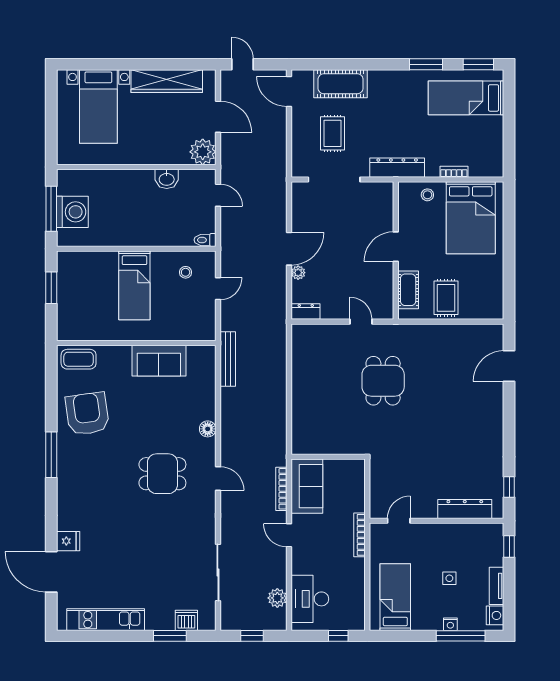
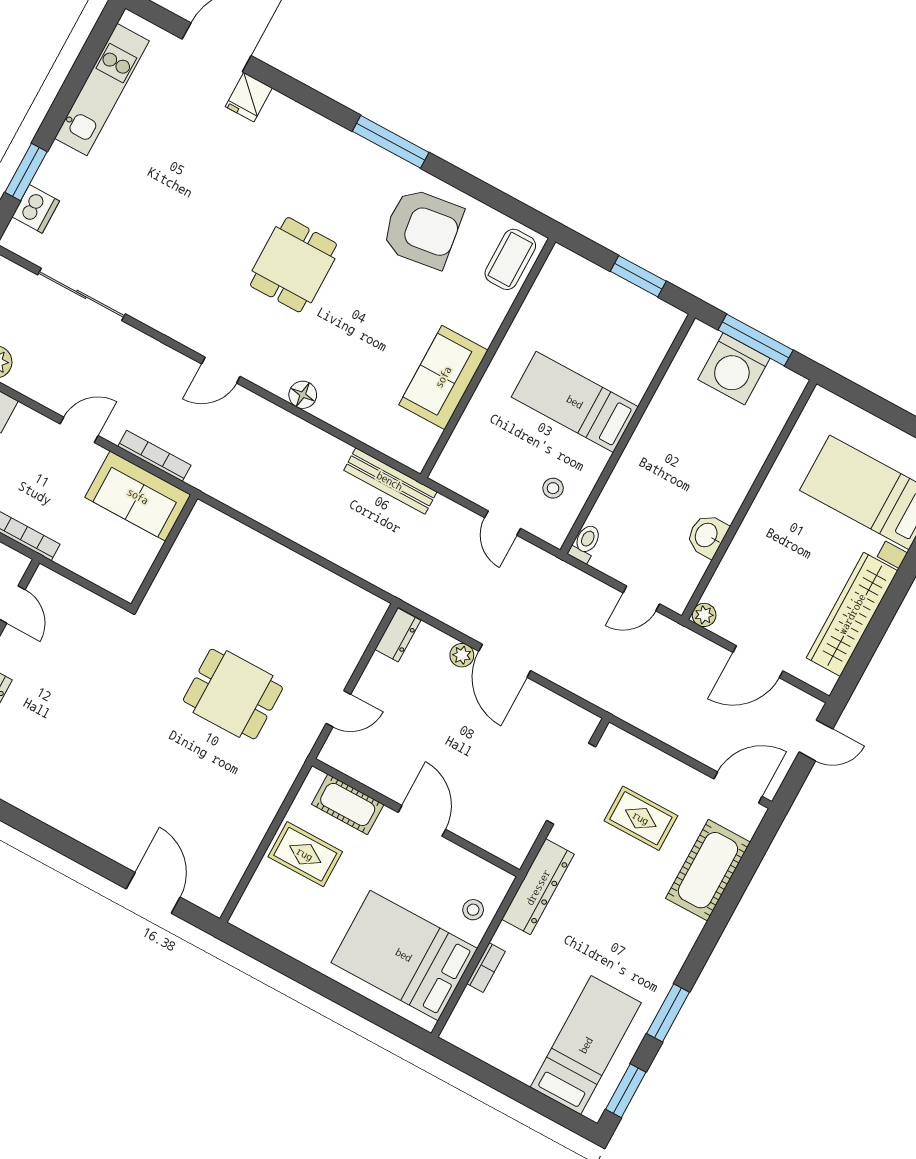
plant: (203, 152) -> (704, 615), width x0.53, depth x0.53
dining table: (162, 474) -> (293, 265), moved

